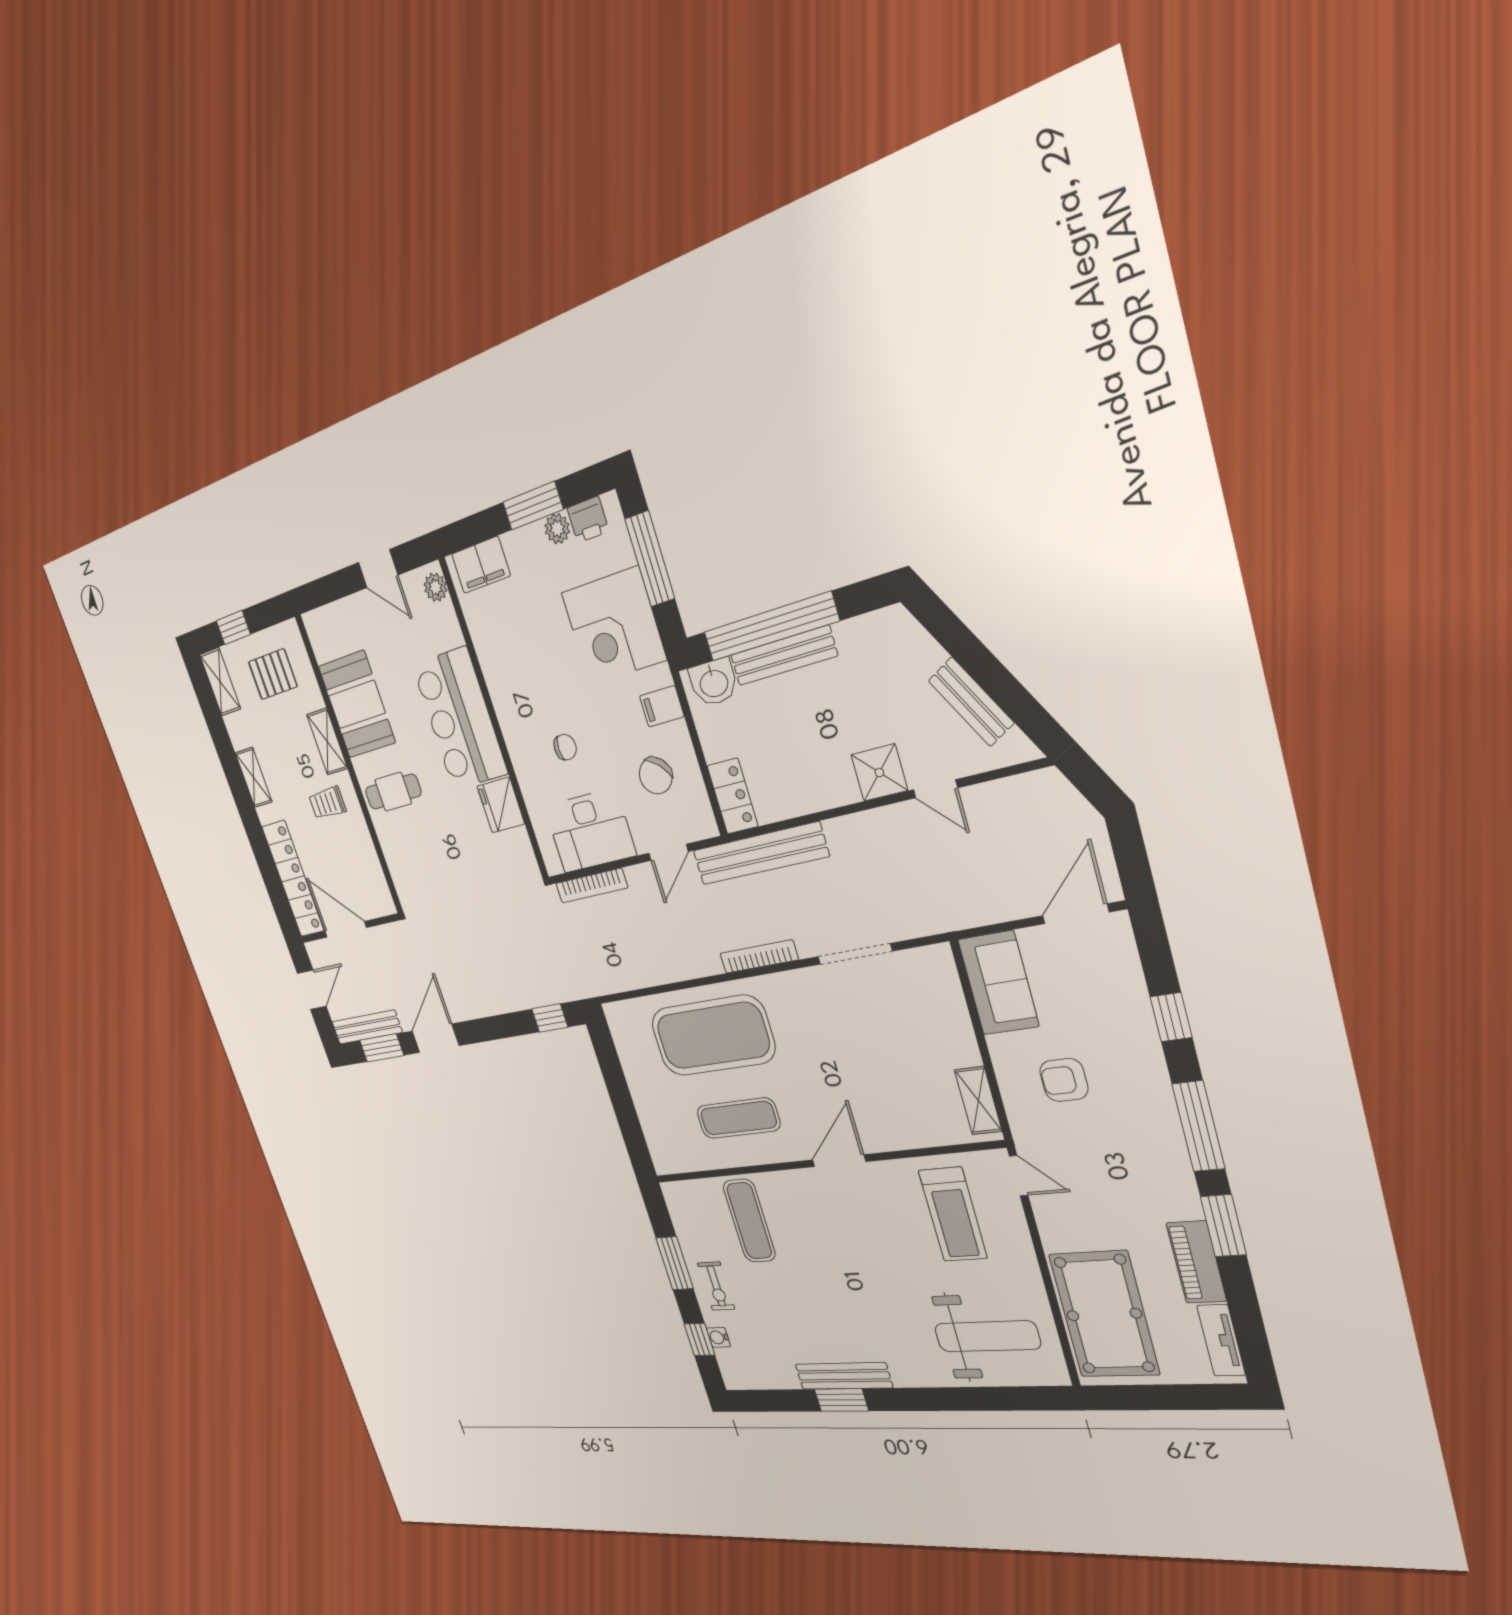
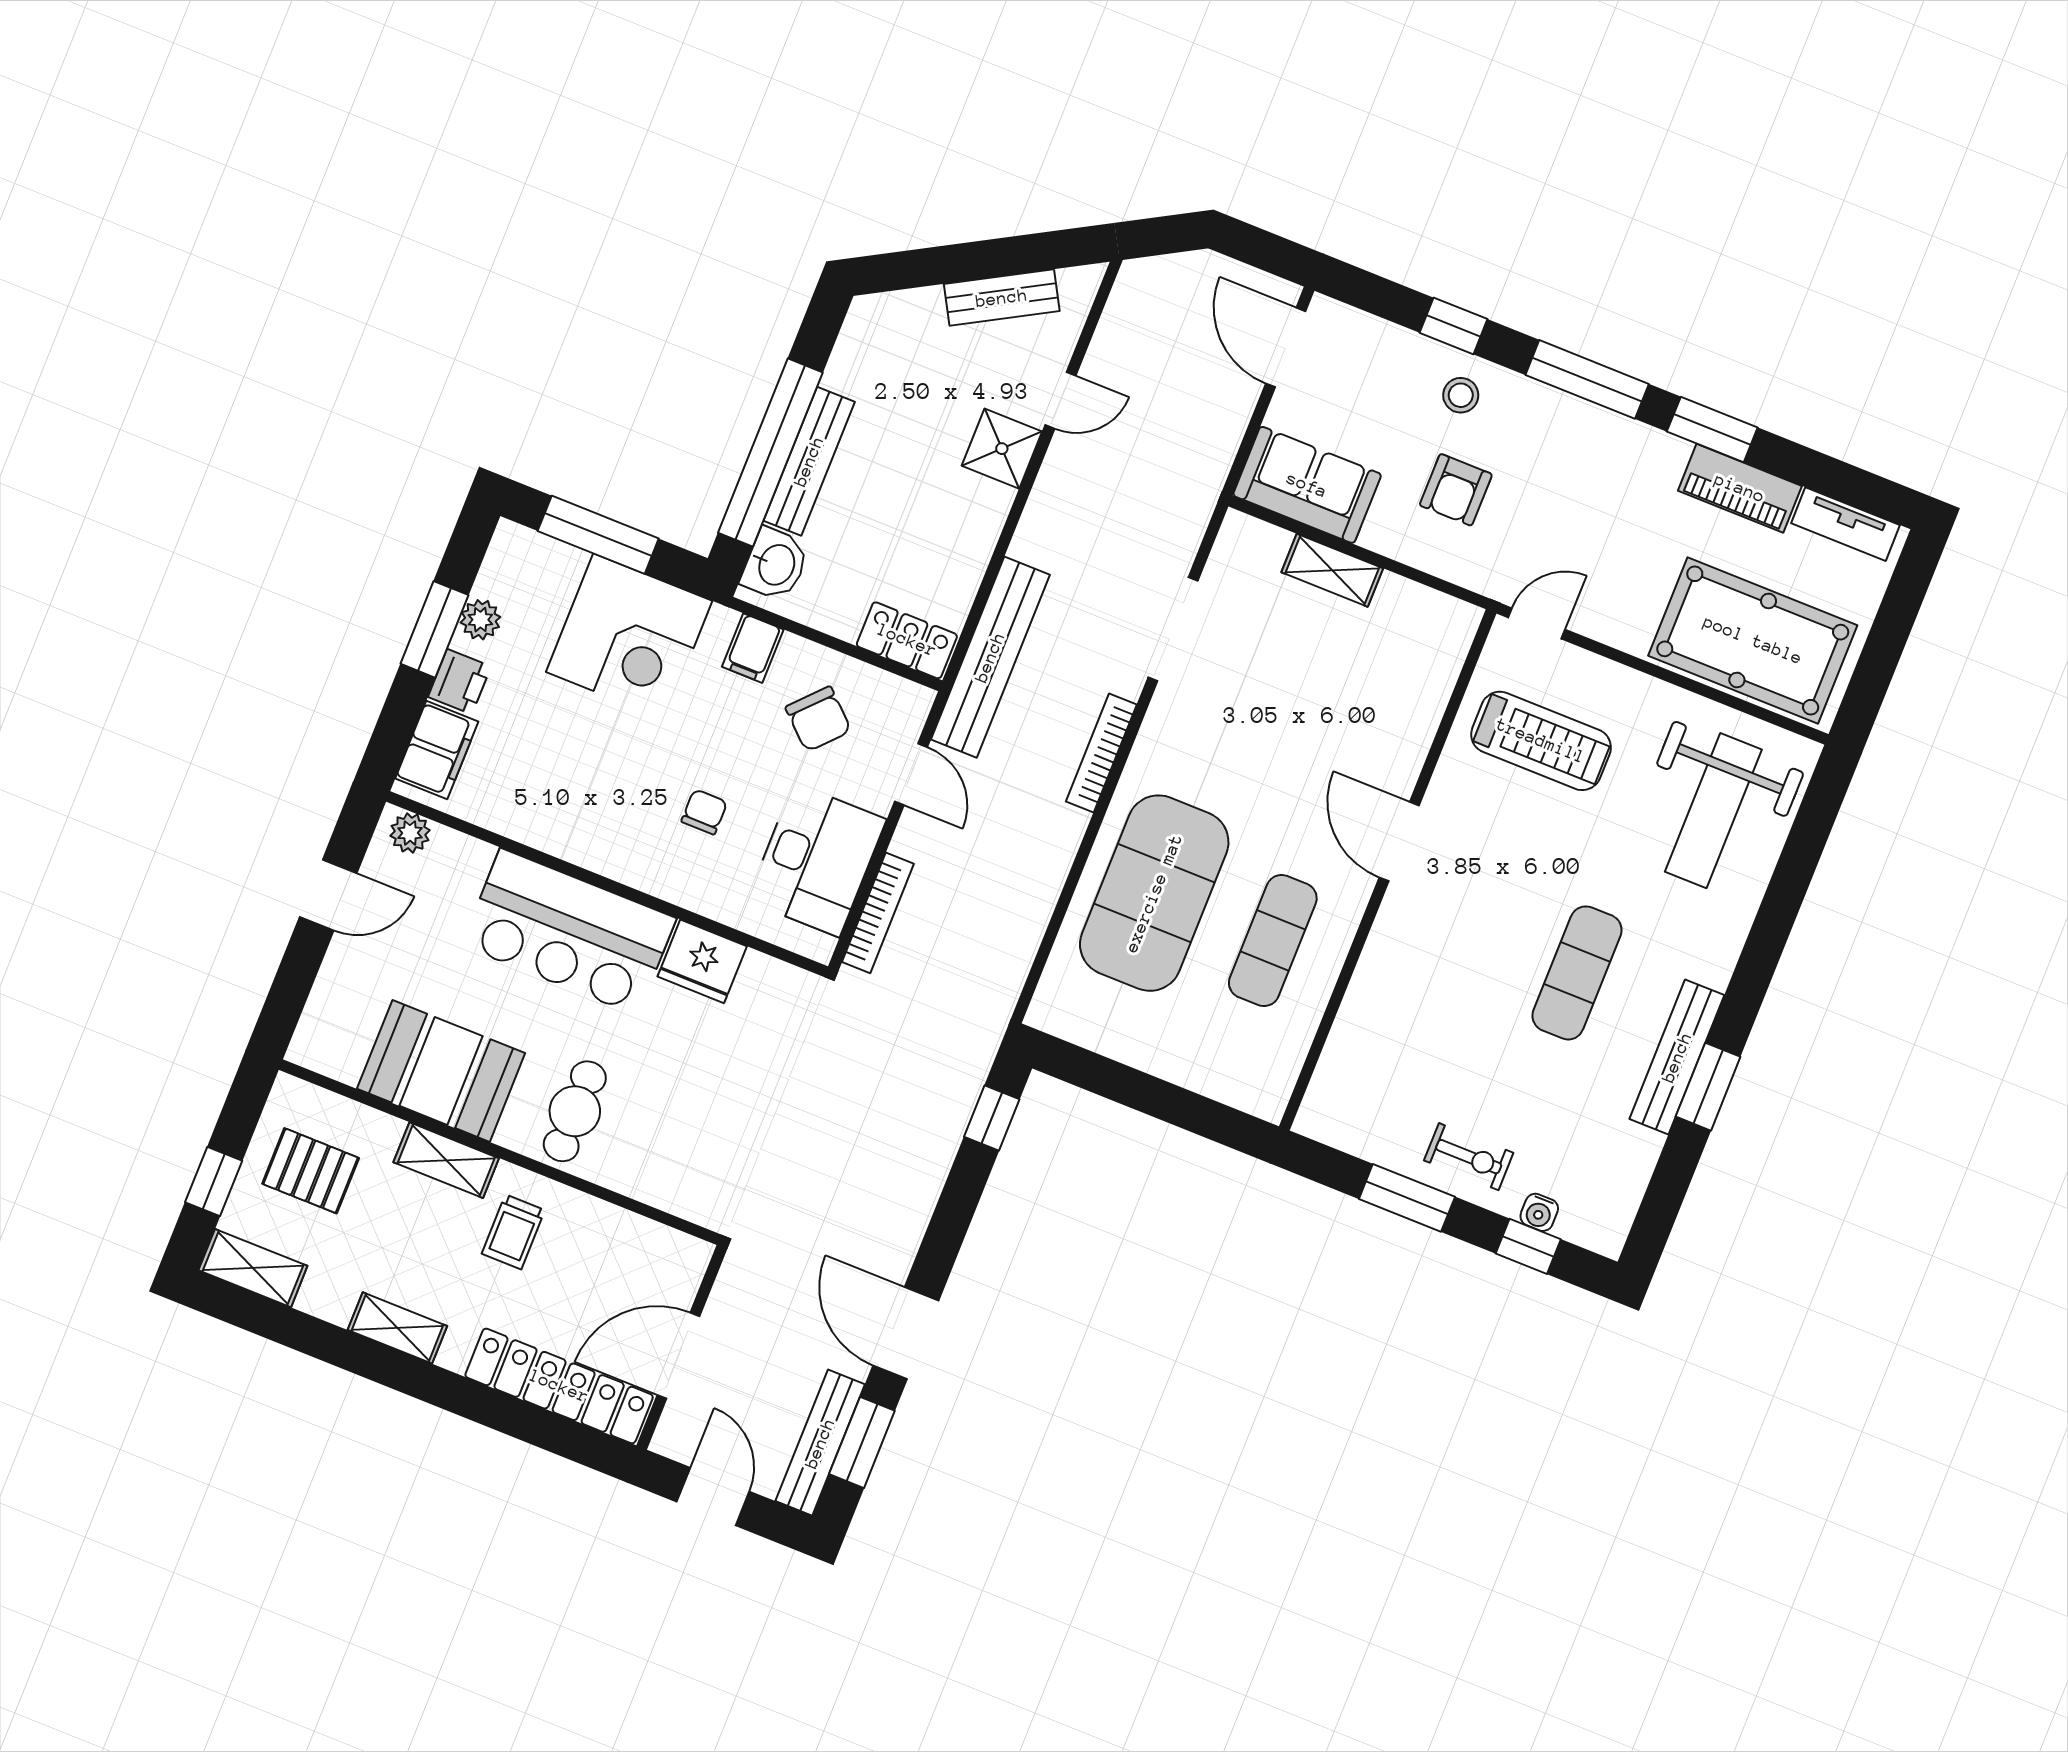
printer: (588, 520) -> (459, 682), moved
pallet: (273, 674) -> (311, 1171), turned 90
stool: (1127, 1049) -> (1461, 395), added
shelving: (978, 1101) -> (1332, 570), moved
exercise mat: (749, 1221) -> (1577, 973), moved, turned 90
weight bench: (987, 1336) -> (1713, 811), turned 180

